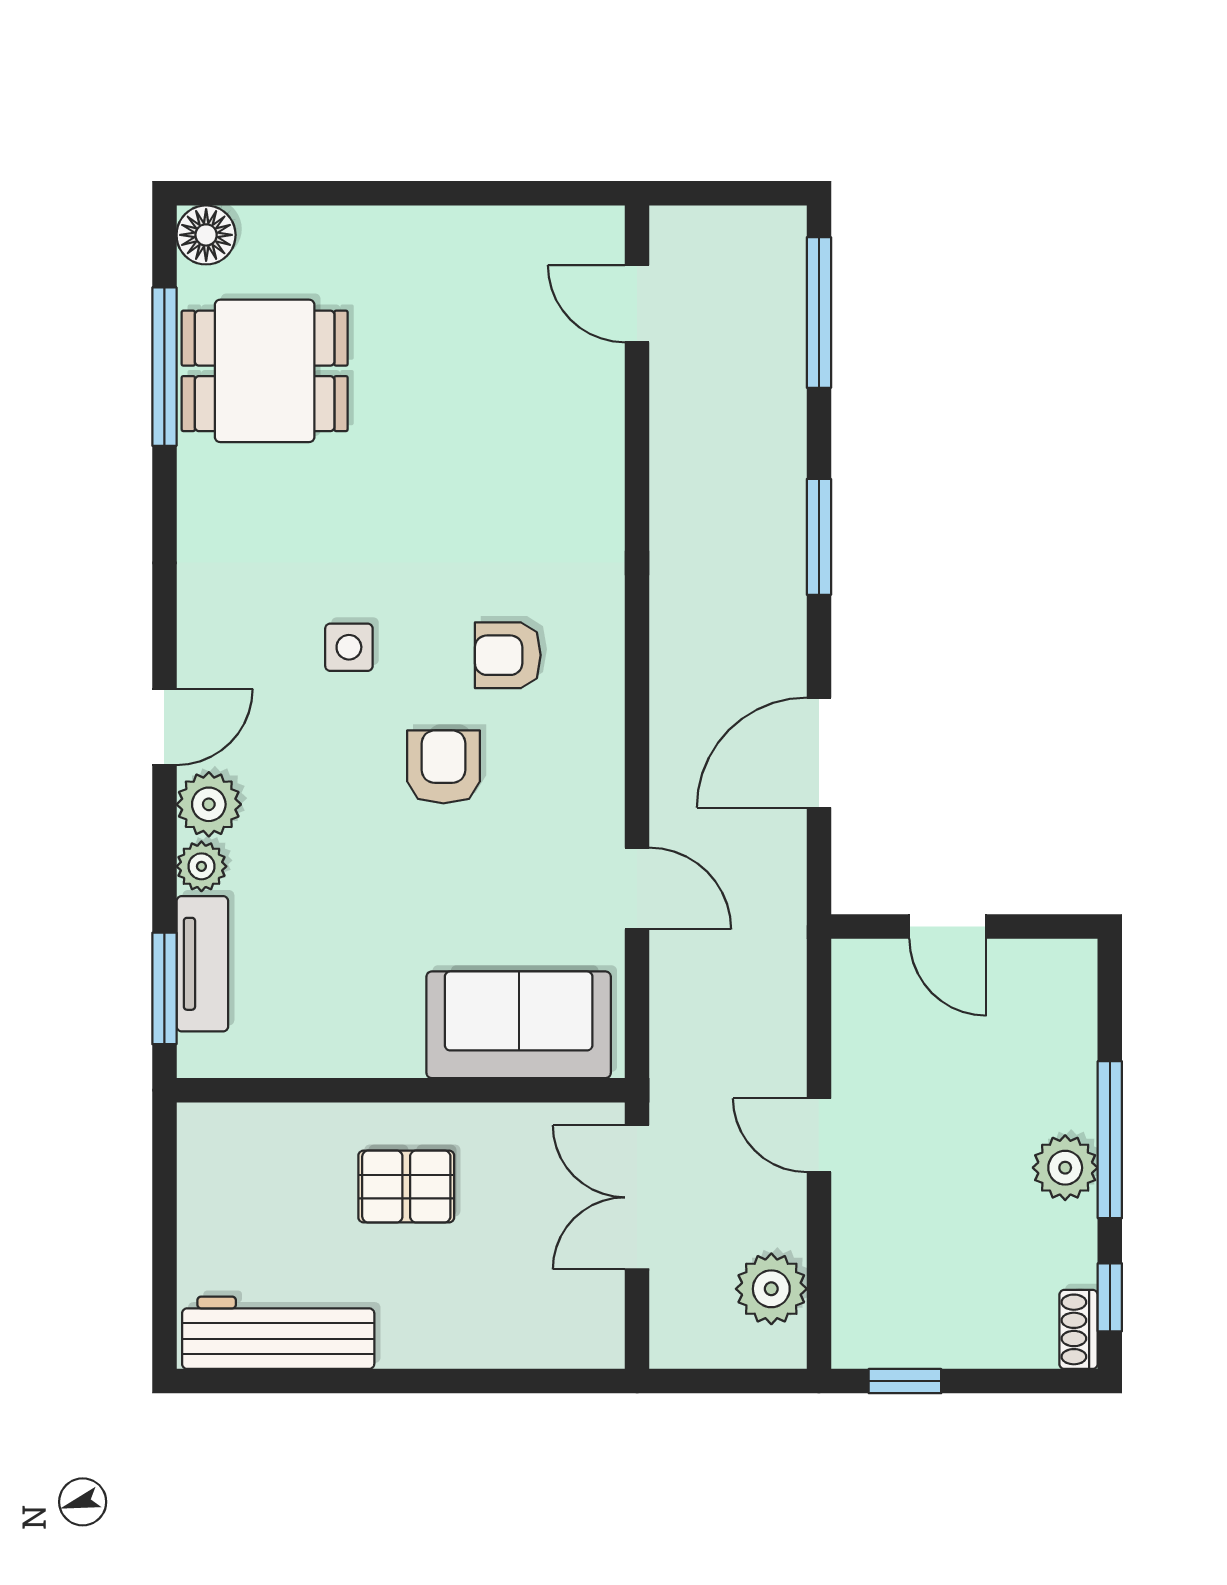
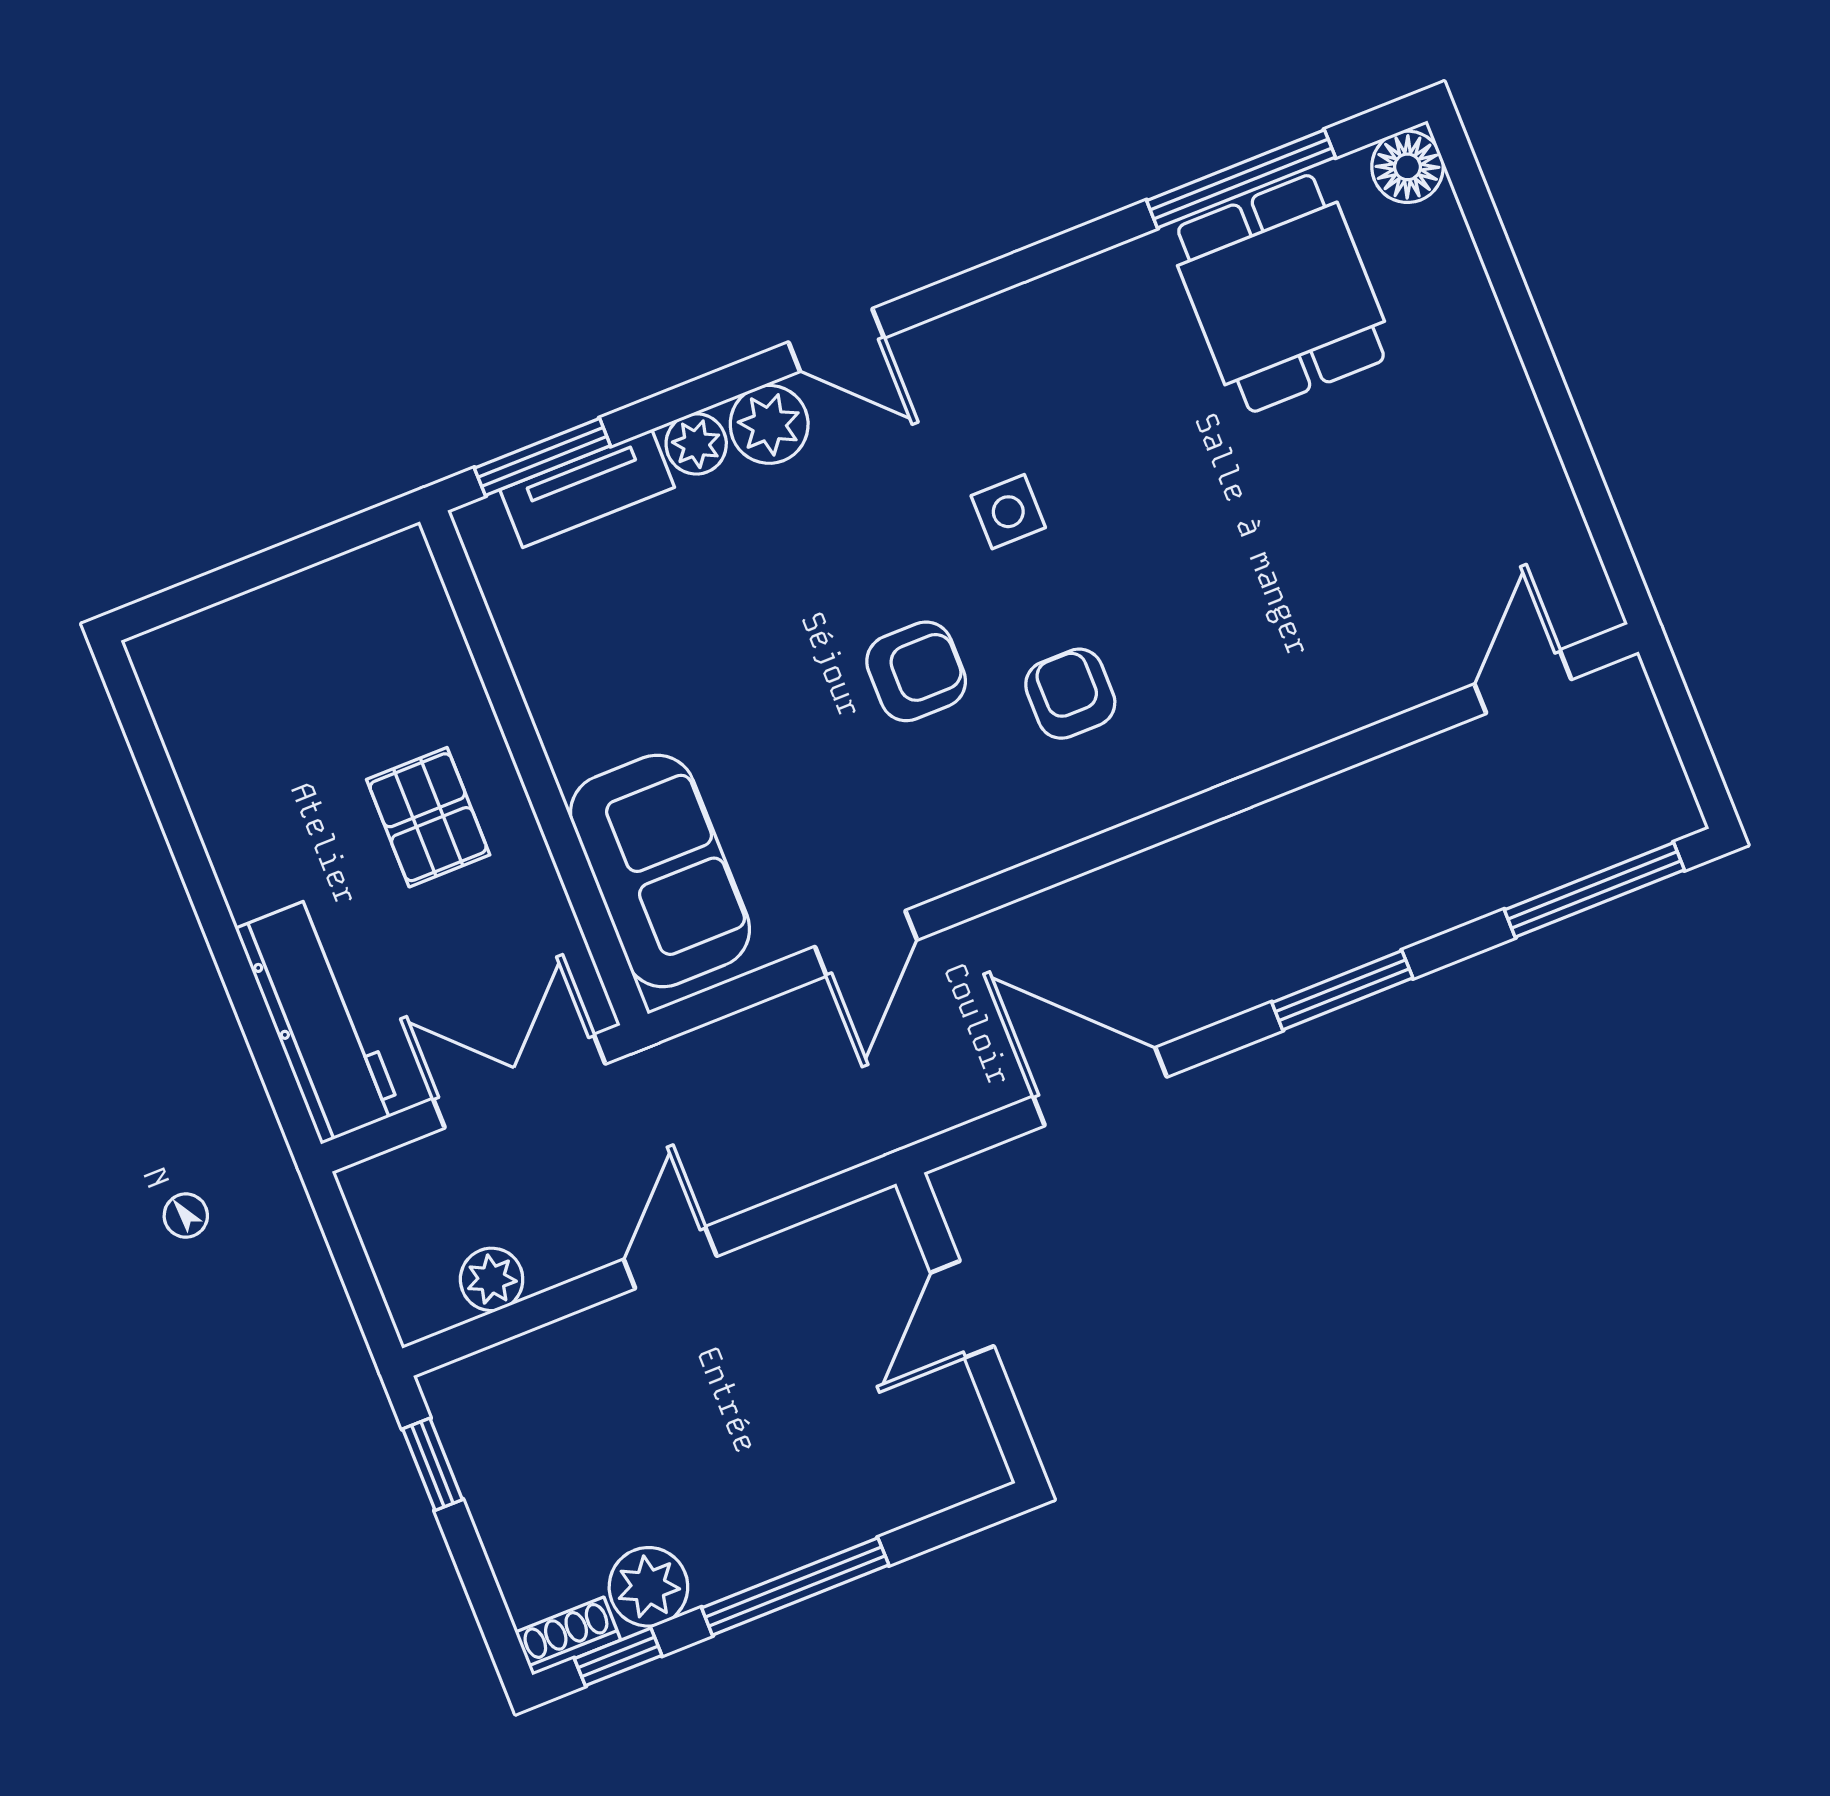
plant: (1065, 1168) -> (648, 1587), moved
plant: (771, 1289) -> (492, 1279), width x0.73, depth x0.73
workbench: (278, 1333) -> (319, 1020), moved

